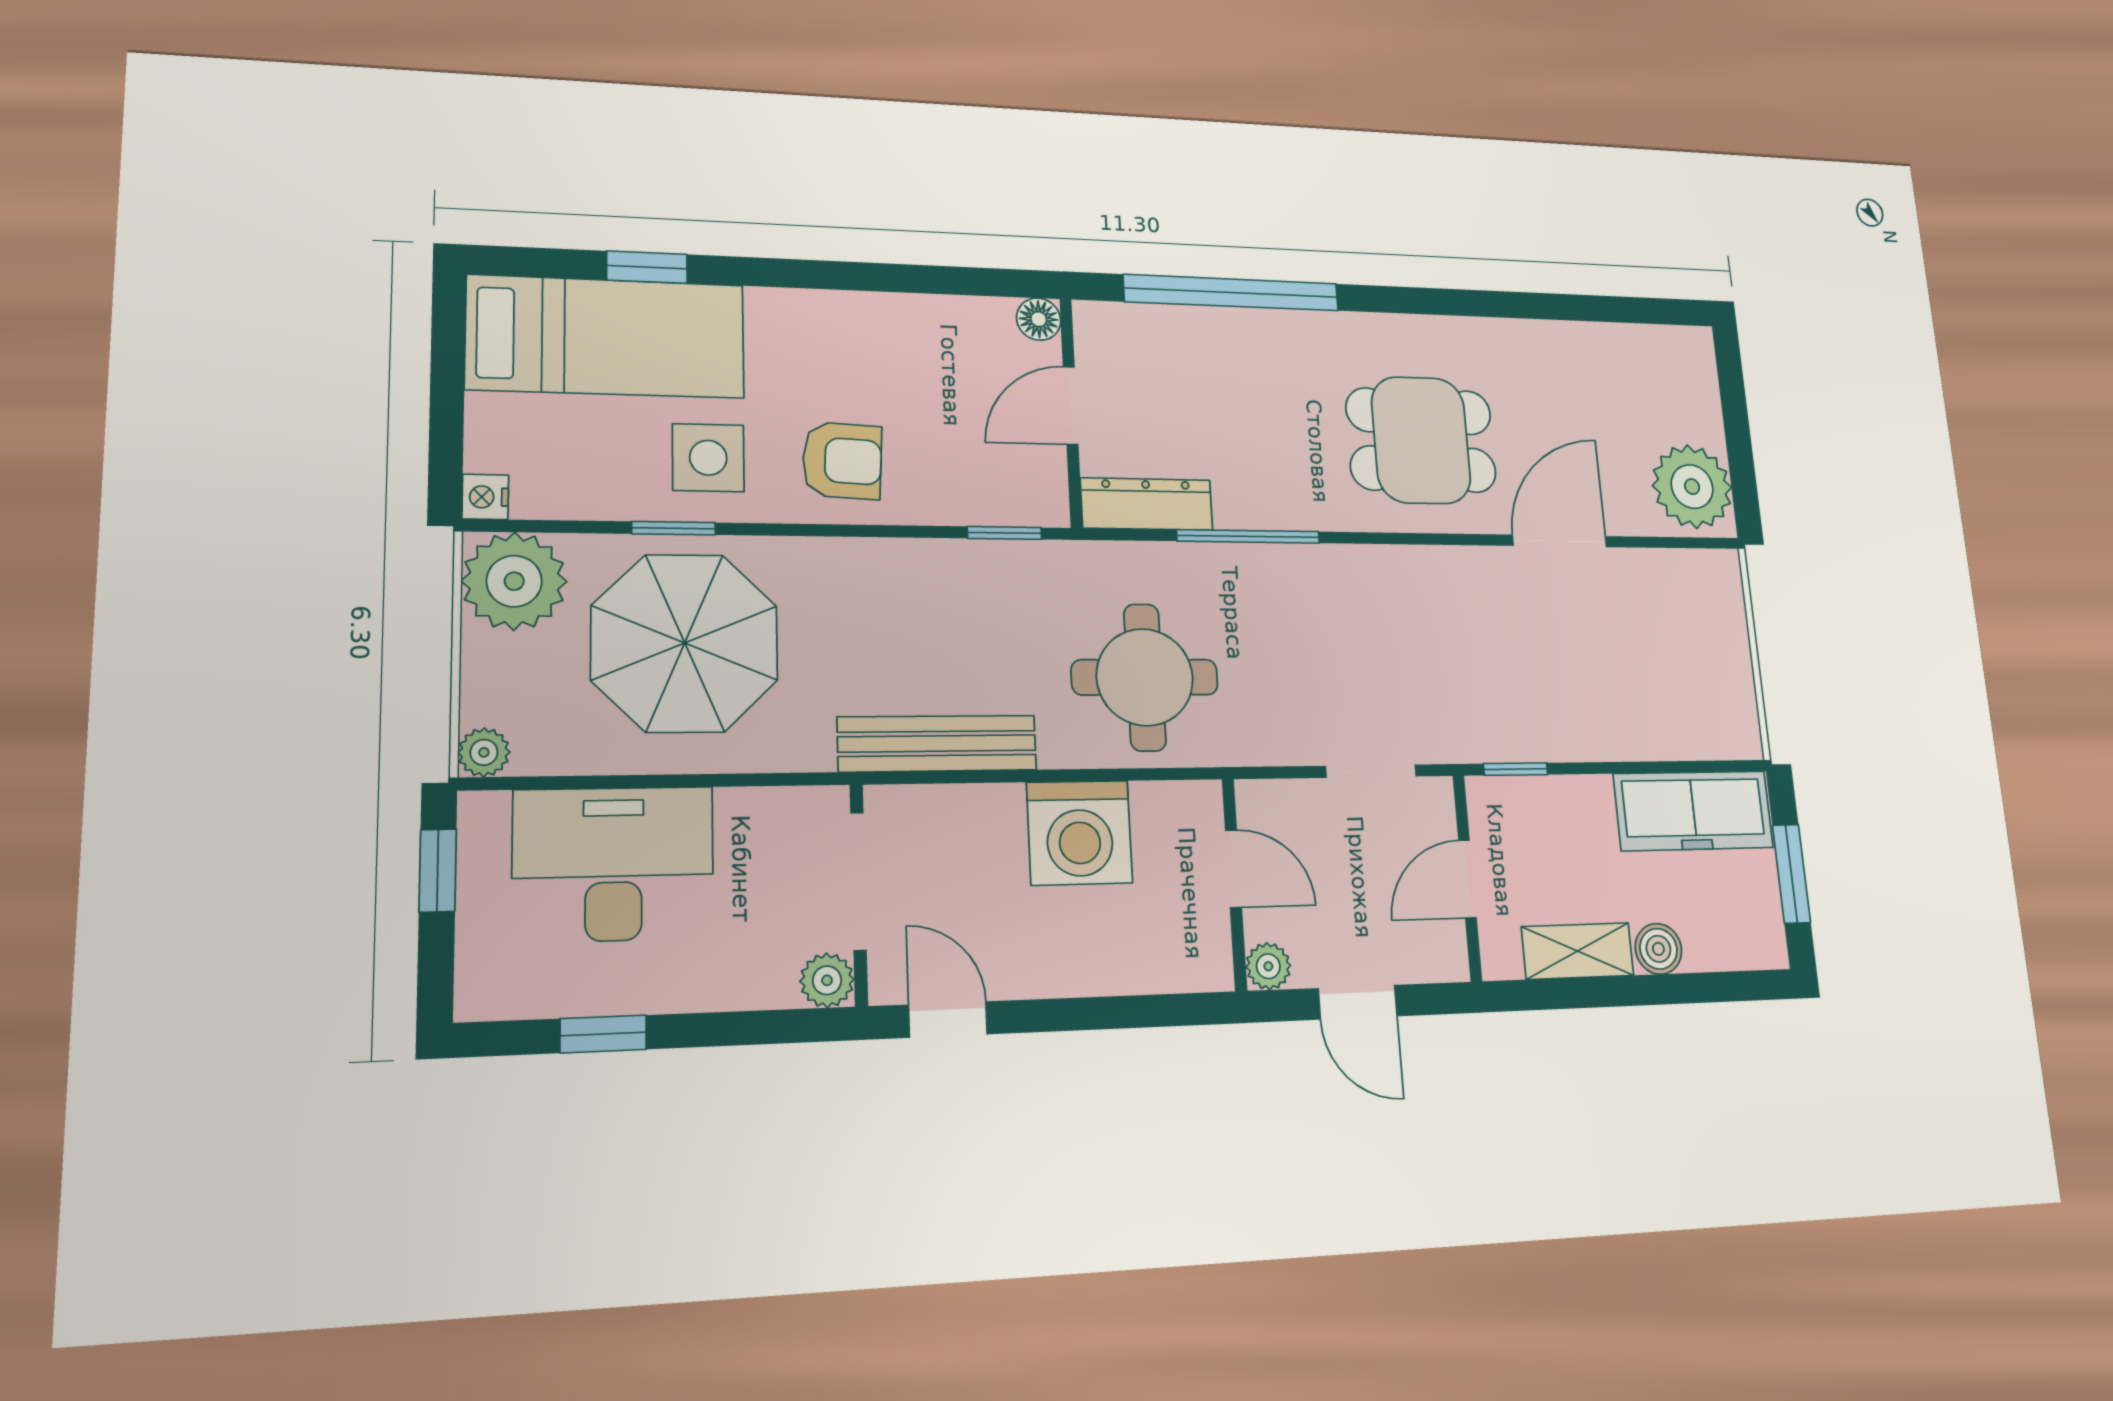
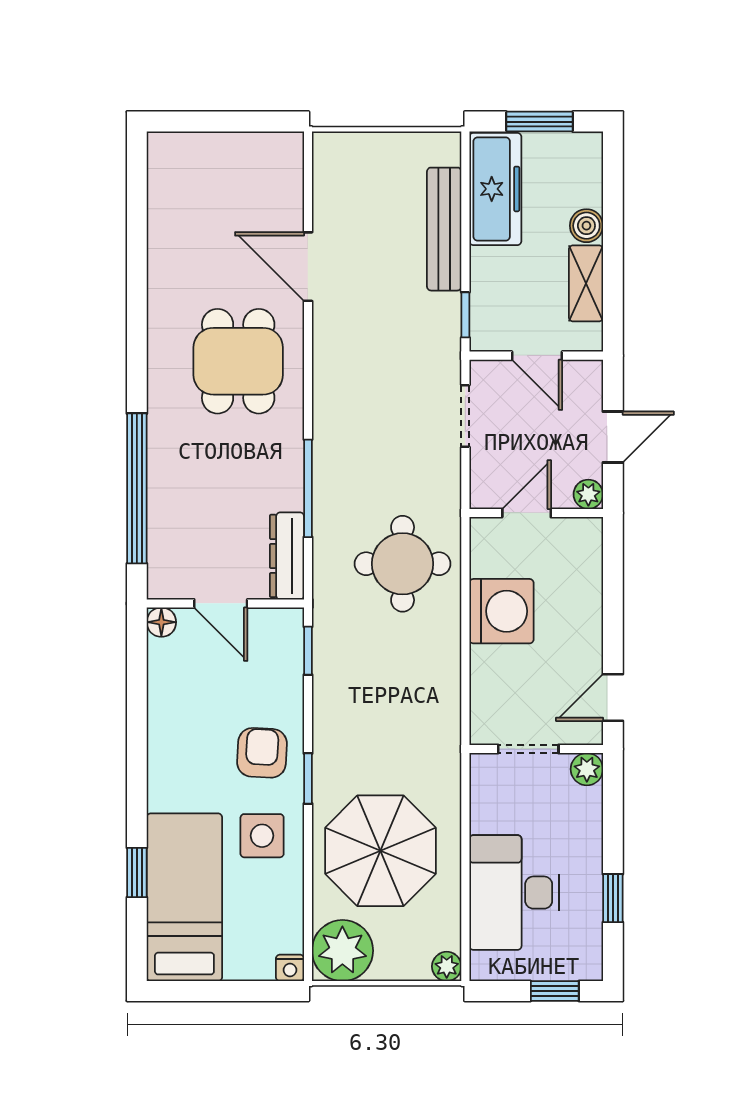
plant: (1692, 487) -> (267, 162), removed
window: (674, 528) -> (308, 779), moved
bench: (937, 744) -> (444, 229), moved
window: (438, 870) -> (555, 991), moved
doorway: (858, 881) -> (528, 749), width x0.73

